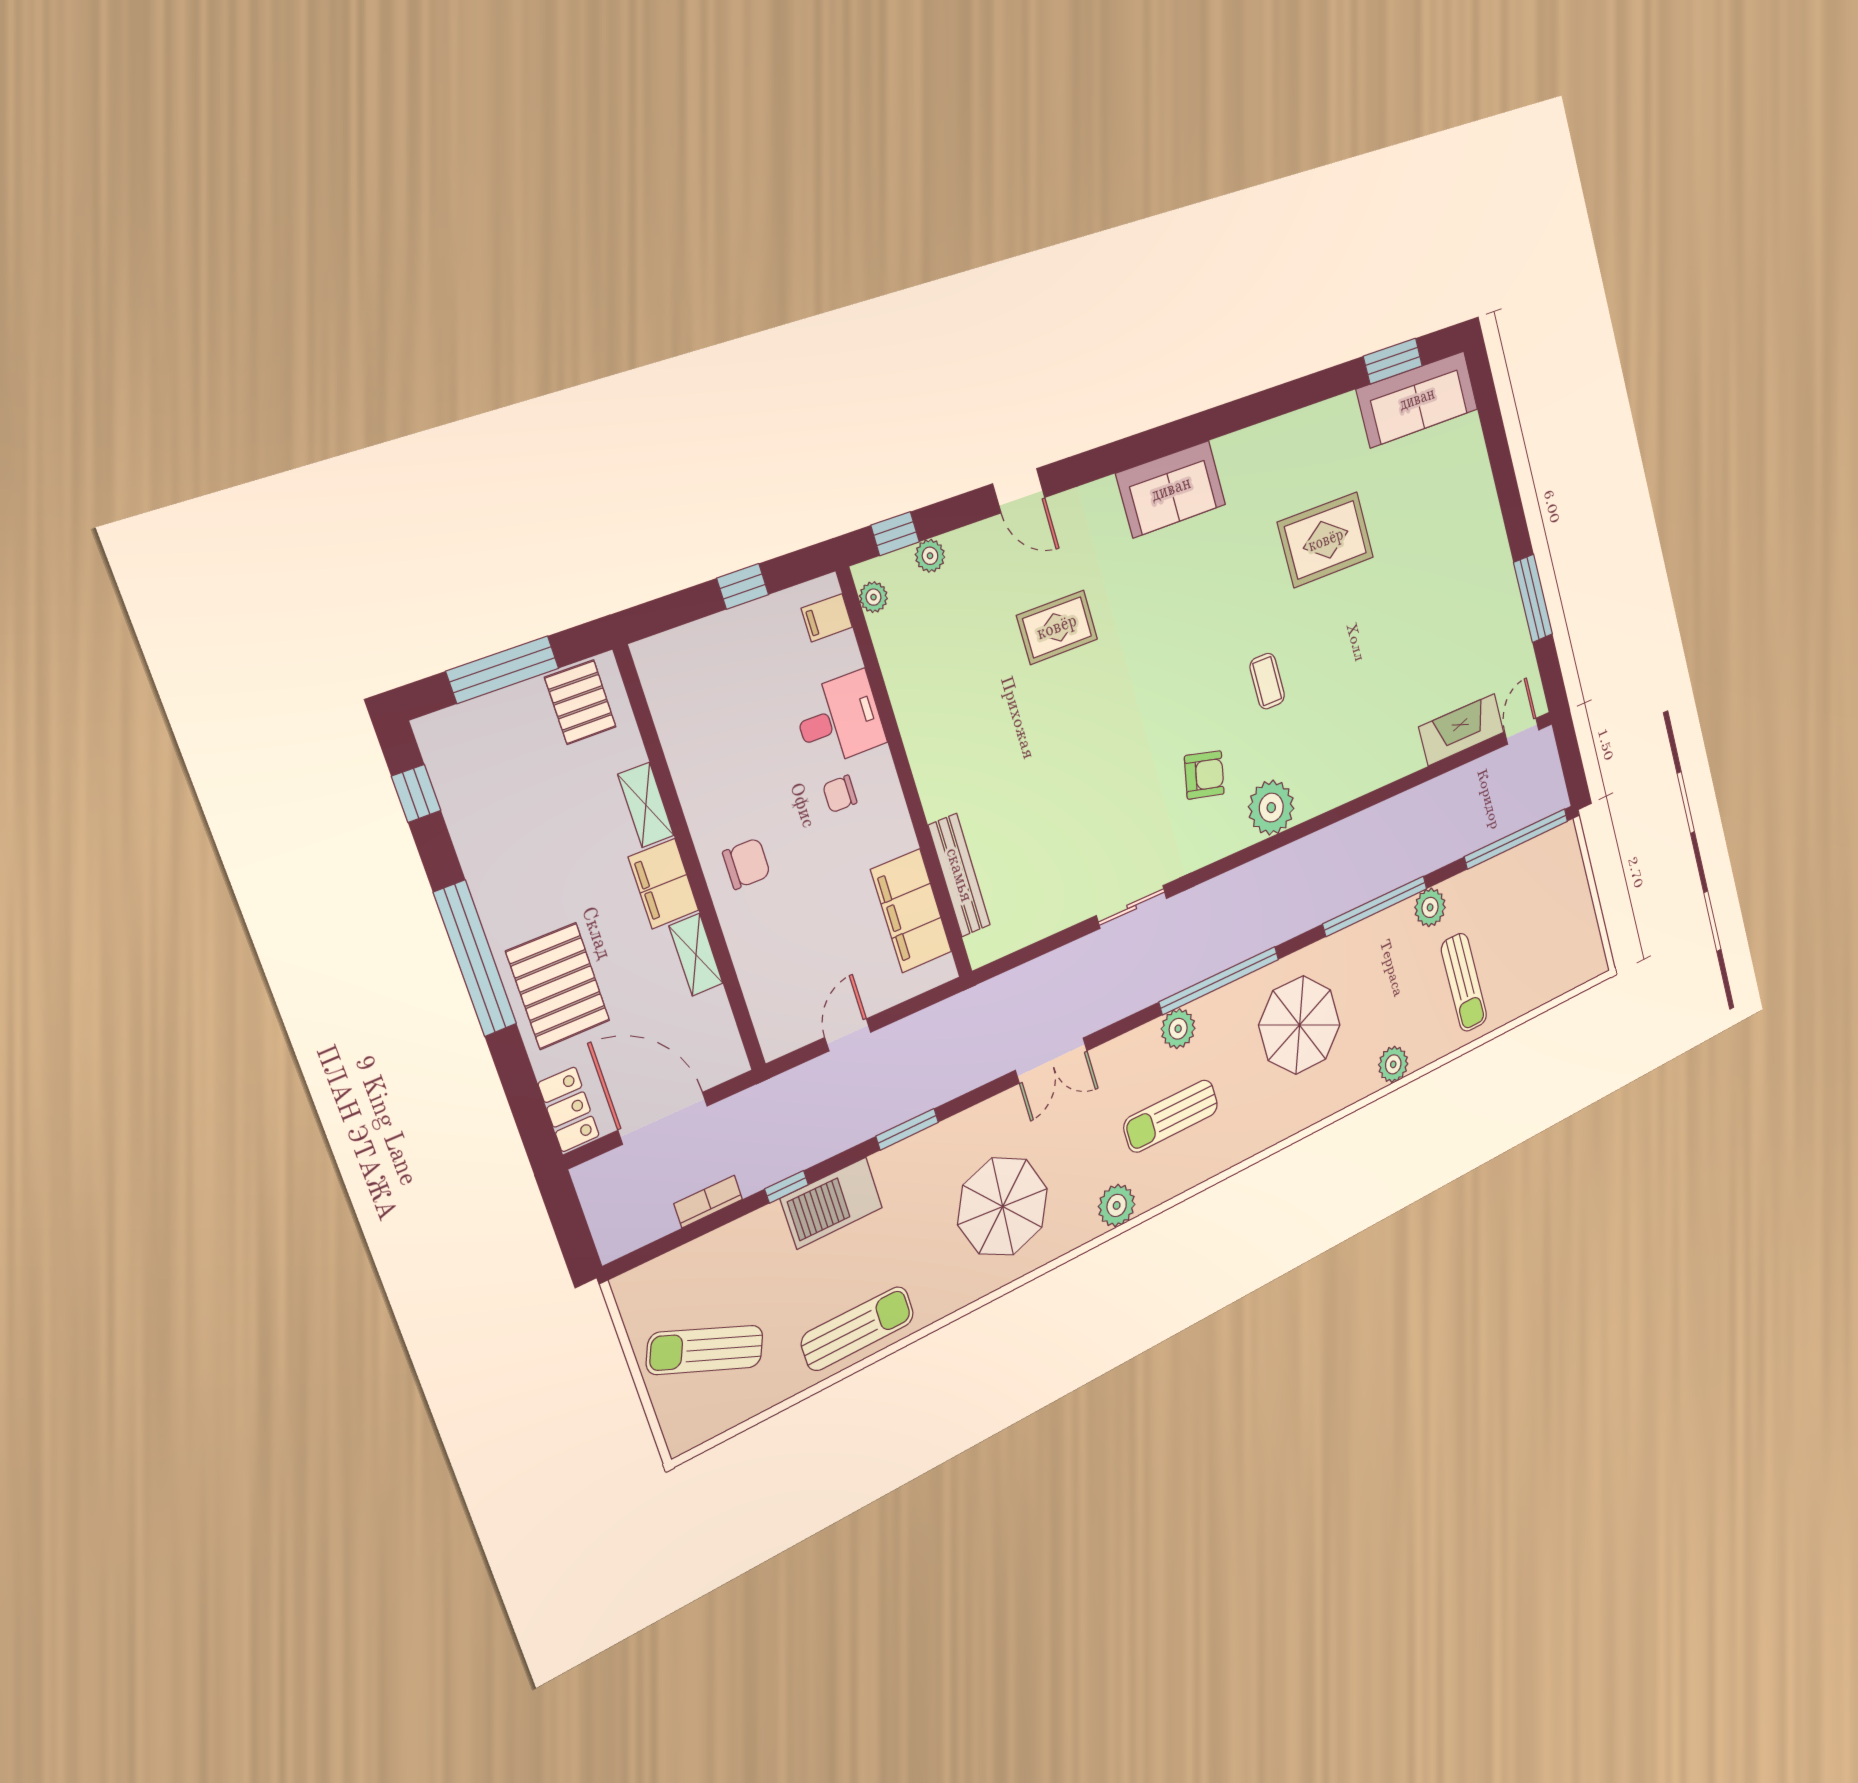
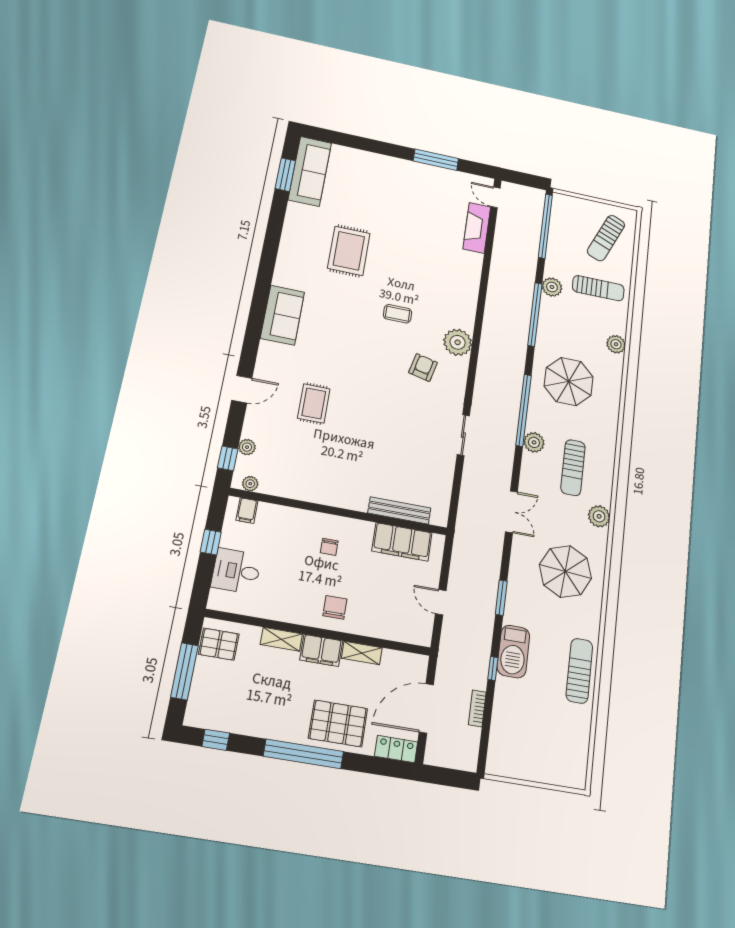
desk: (839, 719) -> (236, 571), moved, turned -90
sun lounger: (705, 1350) -> (606, 238), moved

